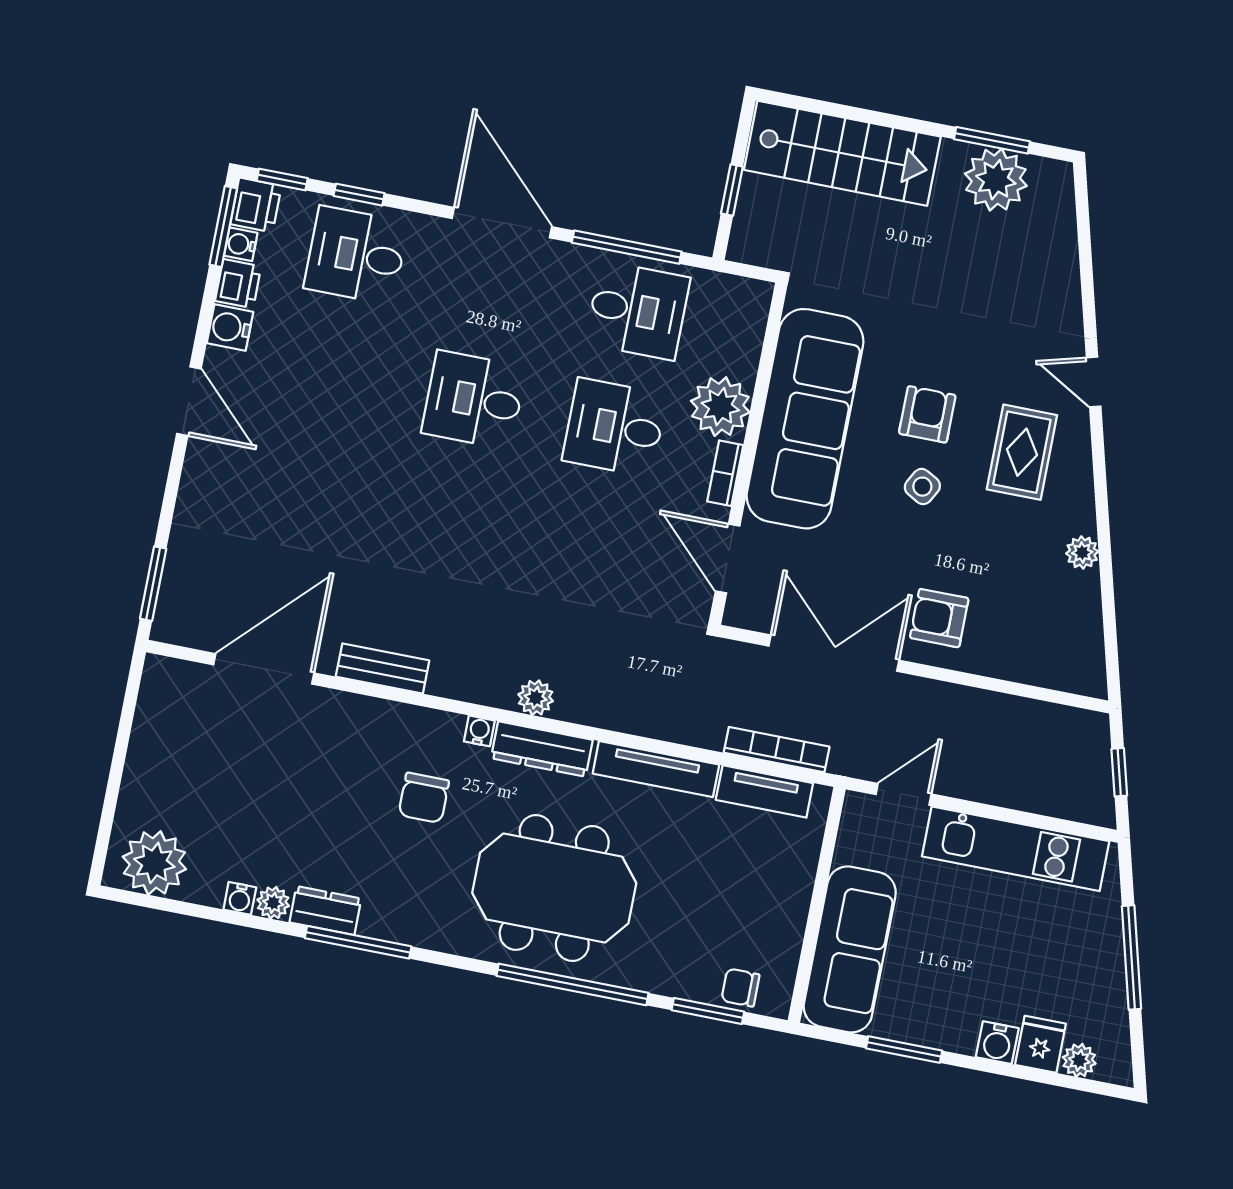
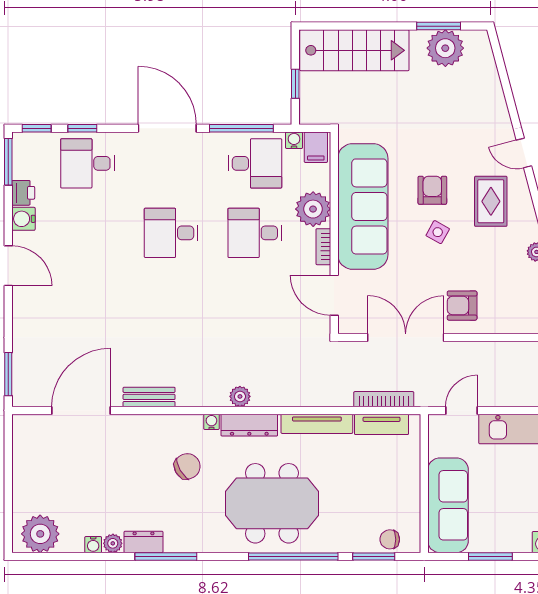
printer: (256, 205) -> (24, 146), removed
water cooler: (241, 244) -> (294, 140), moved, turned 90
filing cabinet: (746, 304) -> (316, 147), added
chair: (424, 798) -> (187, 466), turned -120

